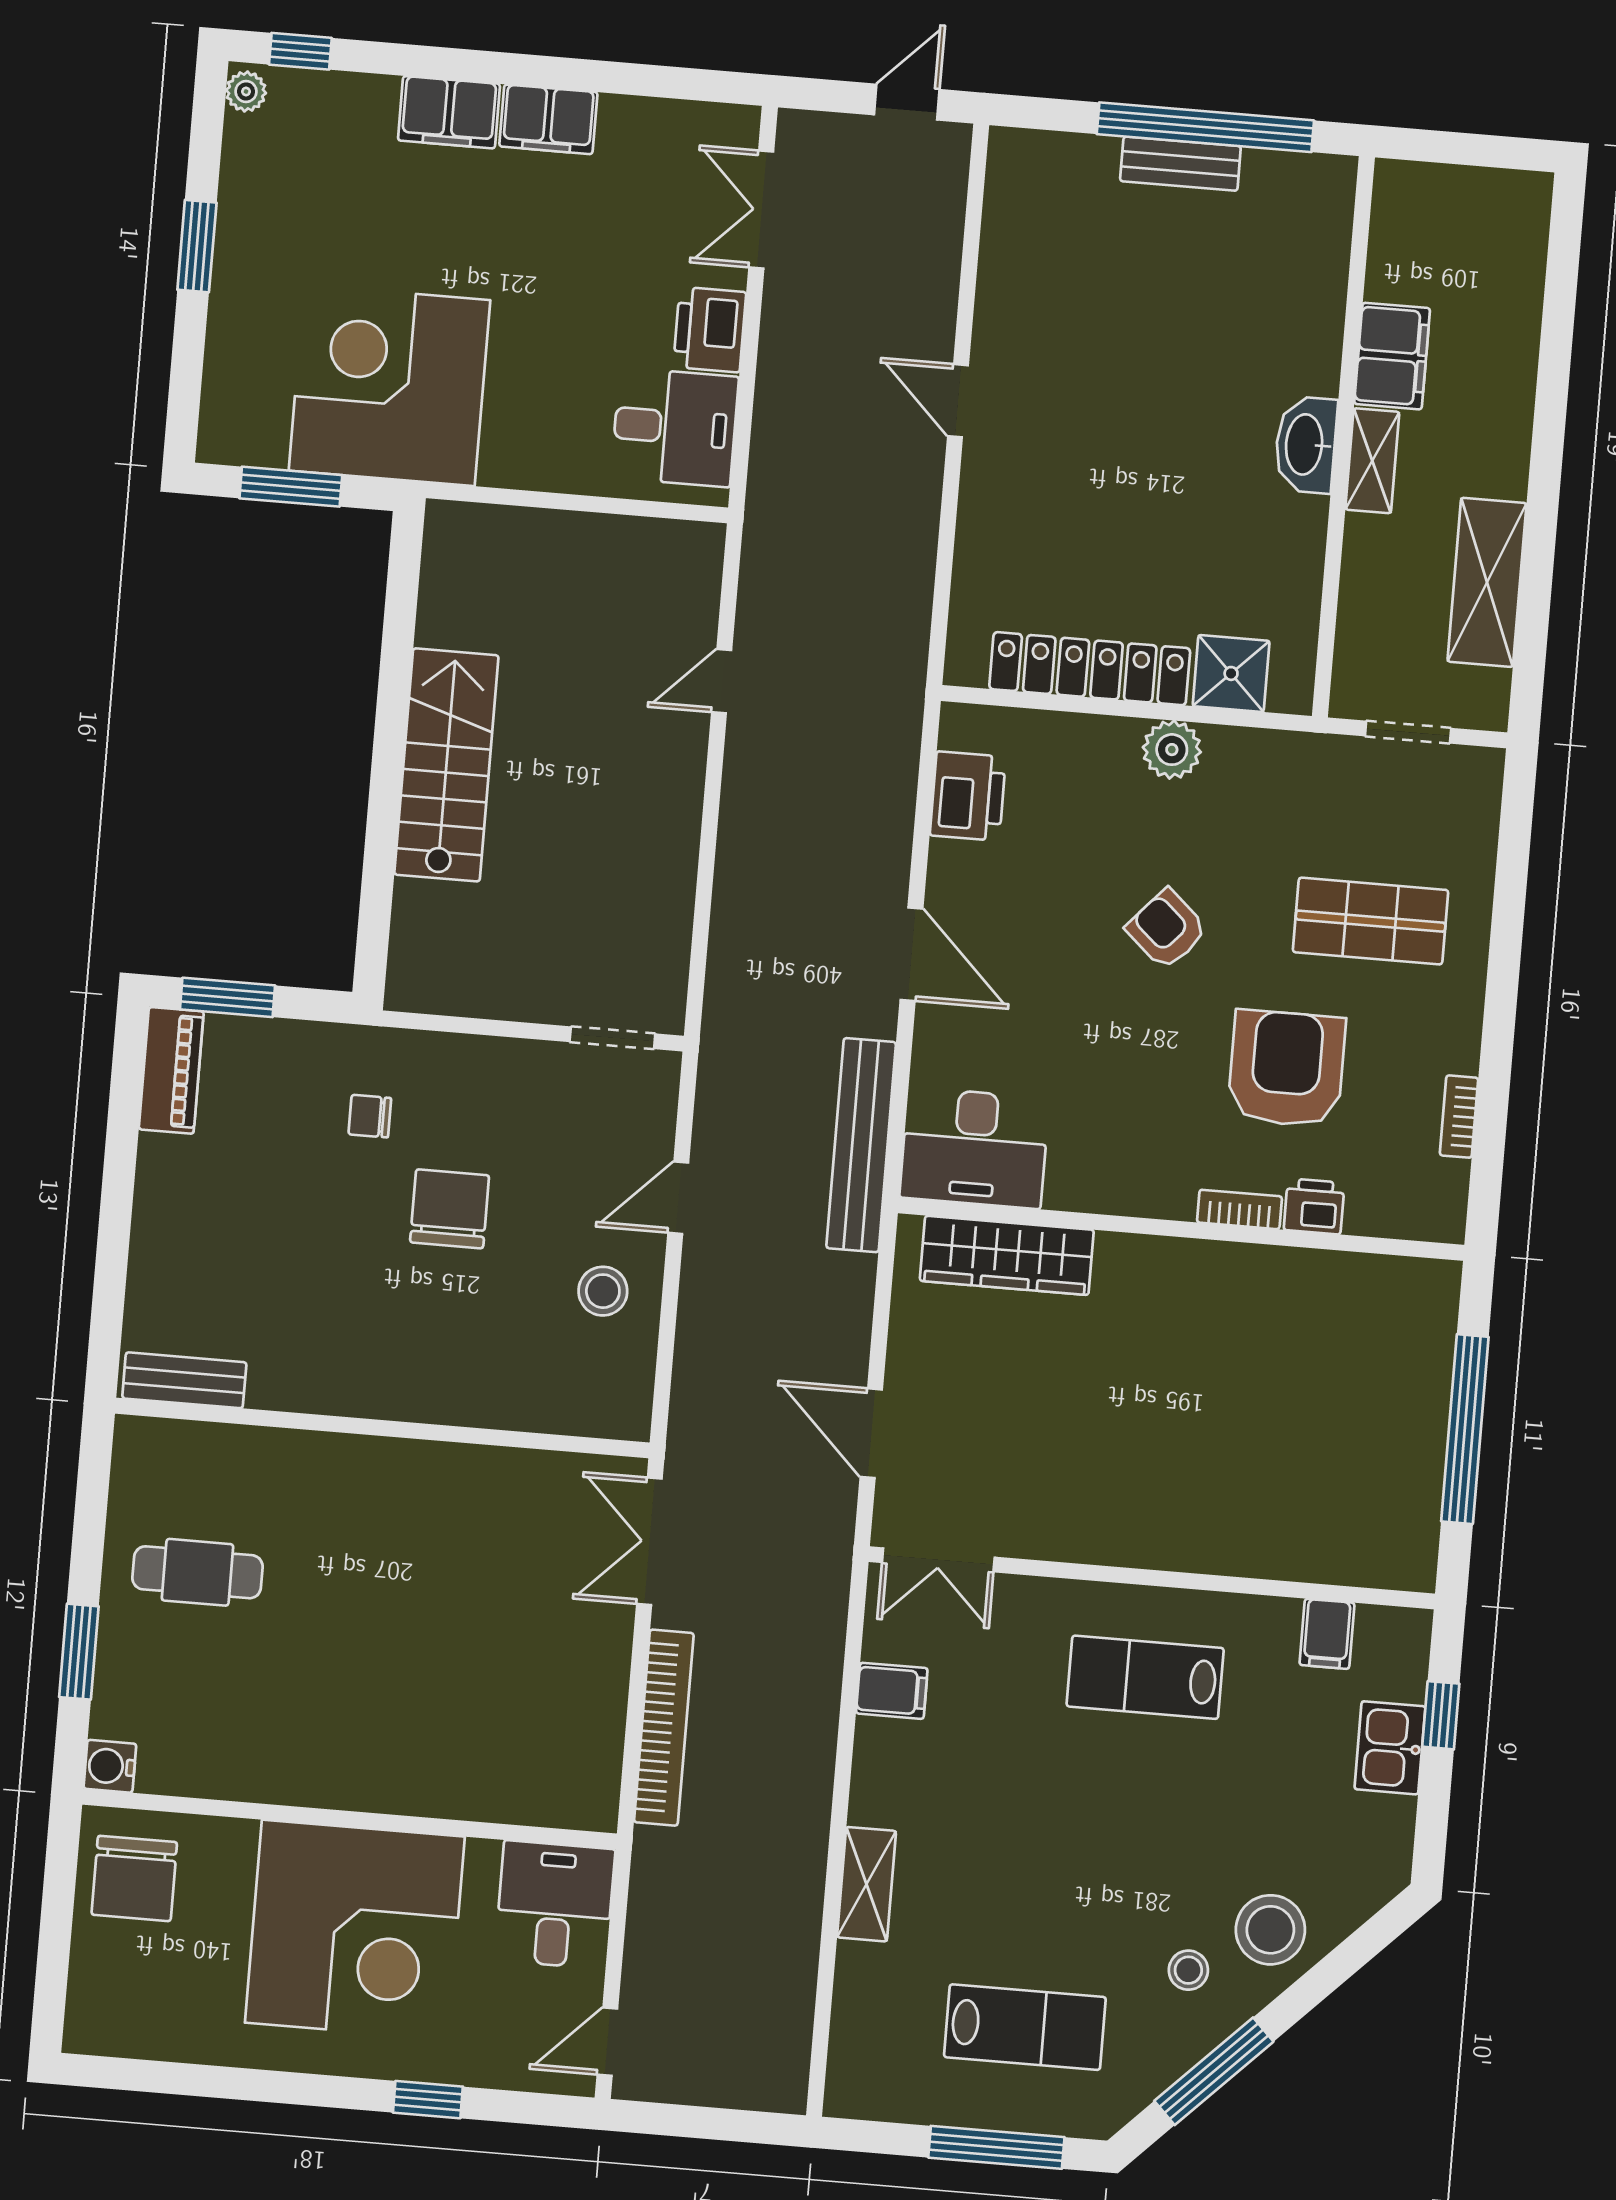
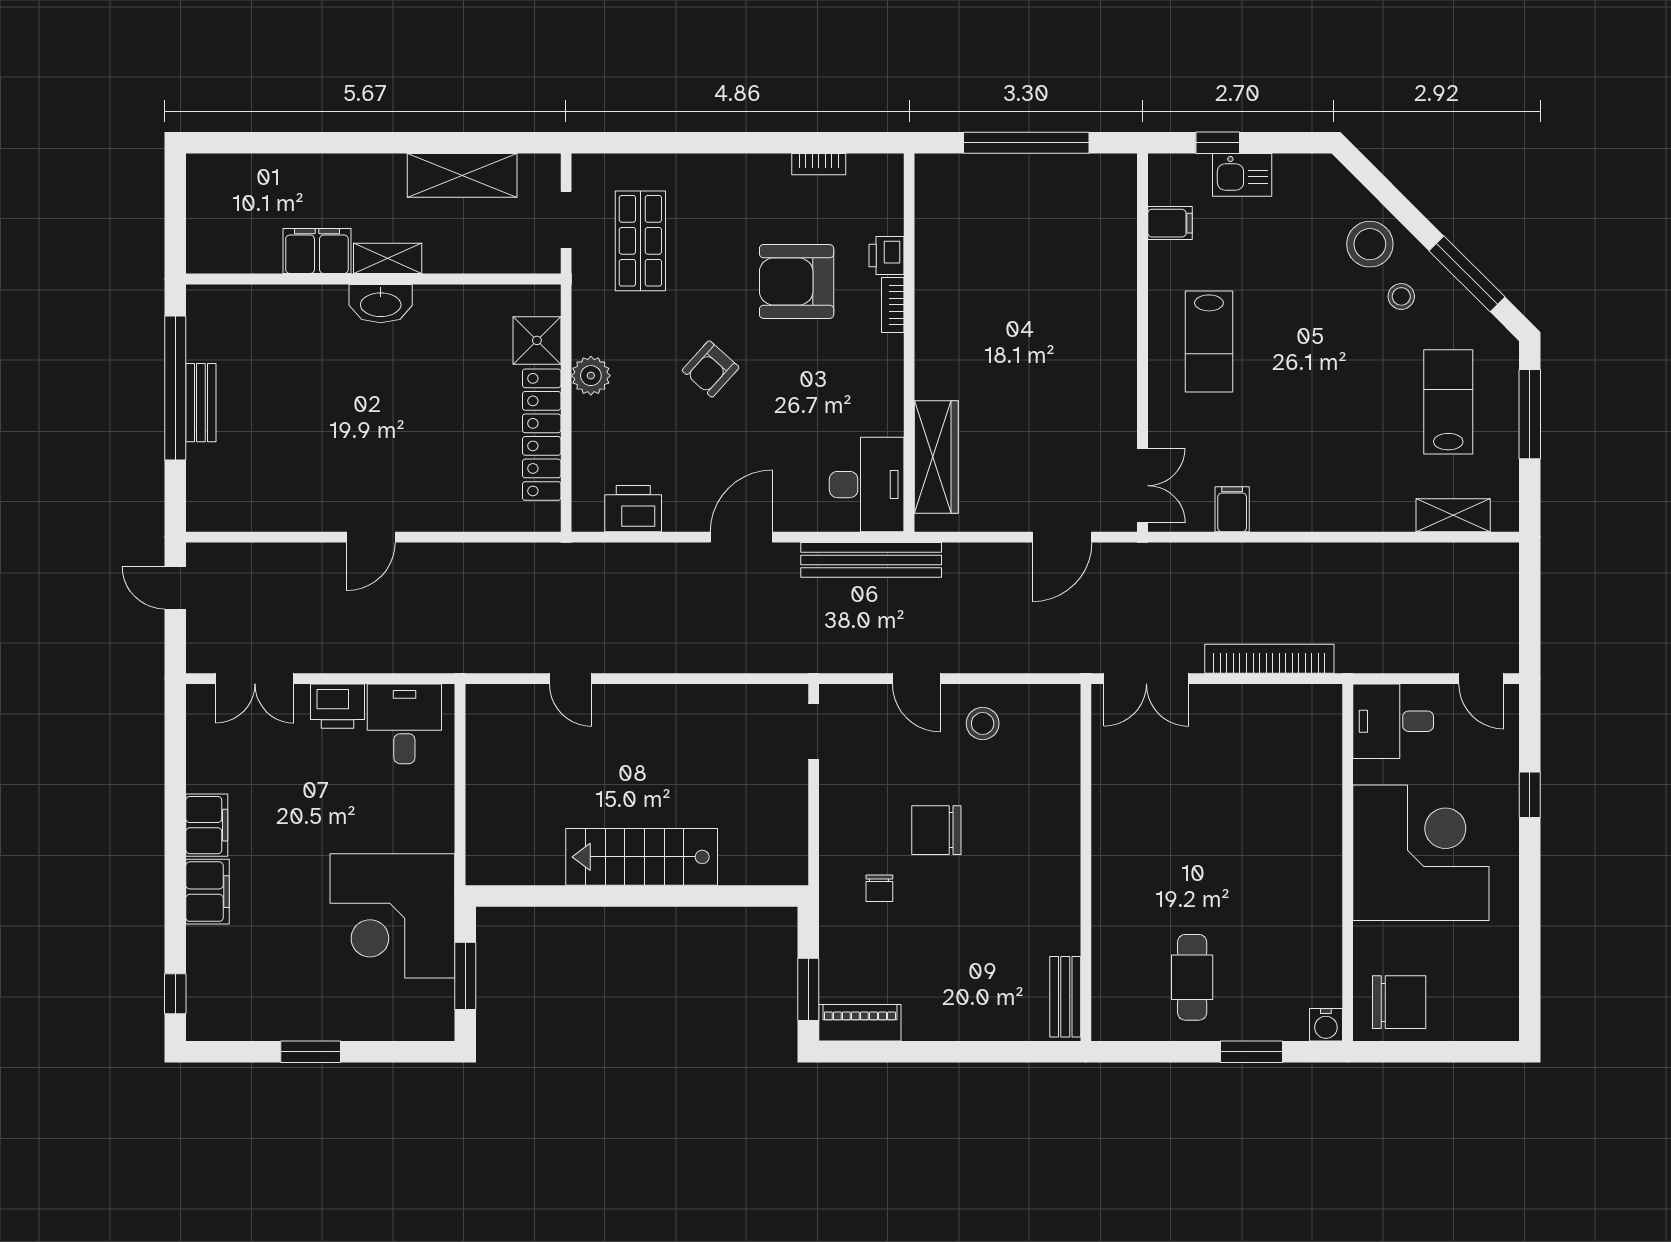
plant: (246, 92) -> (205, 1028), removed
shop shelf: (1371, 921) -> (640, 241), moved
shelving: (867, 1884) -> (1453, 515), moved

